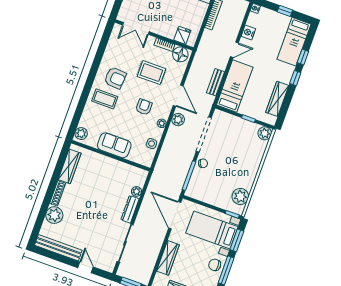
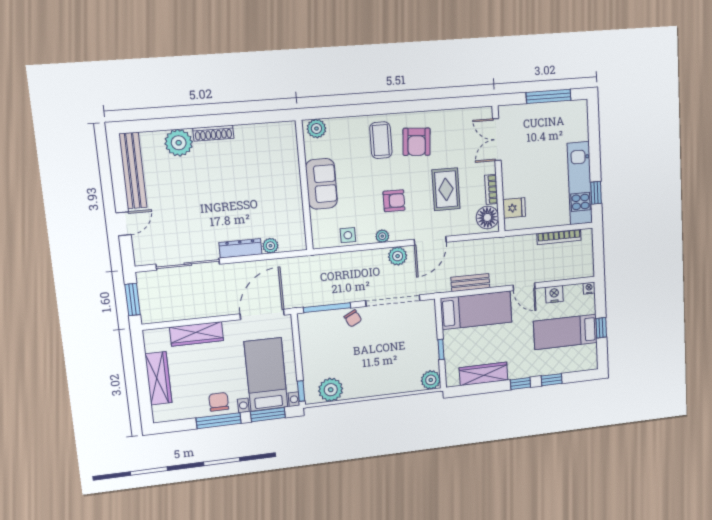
bed: (294, 42) -> (565, 332), moved
wardrobe: (70, 166) -> (261, 133), removed

